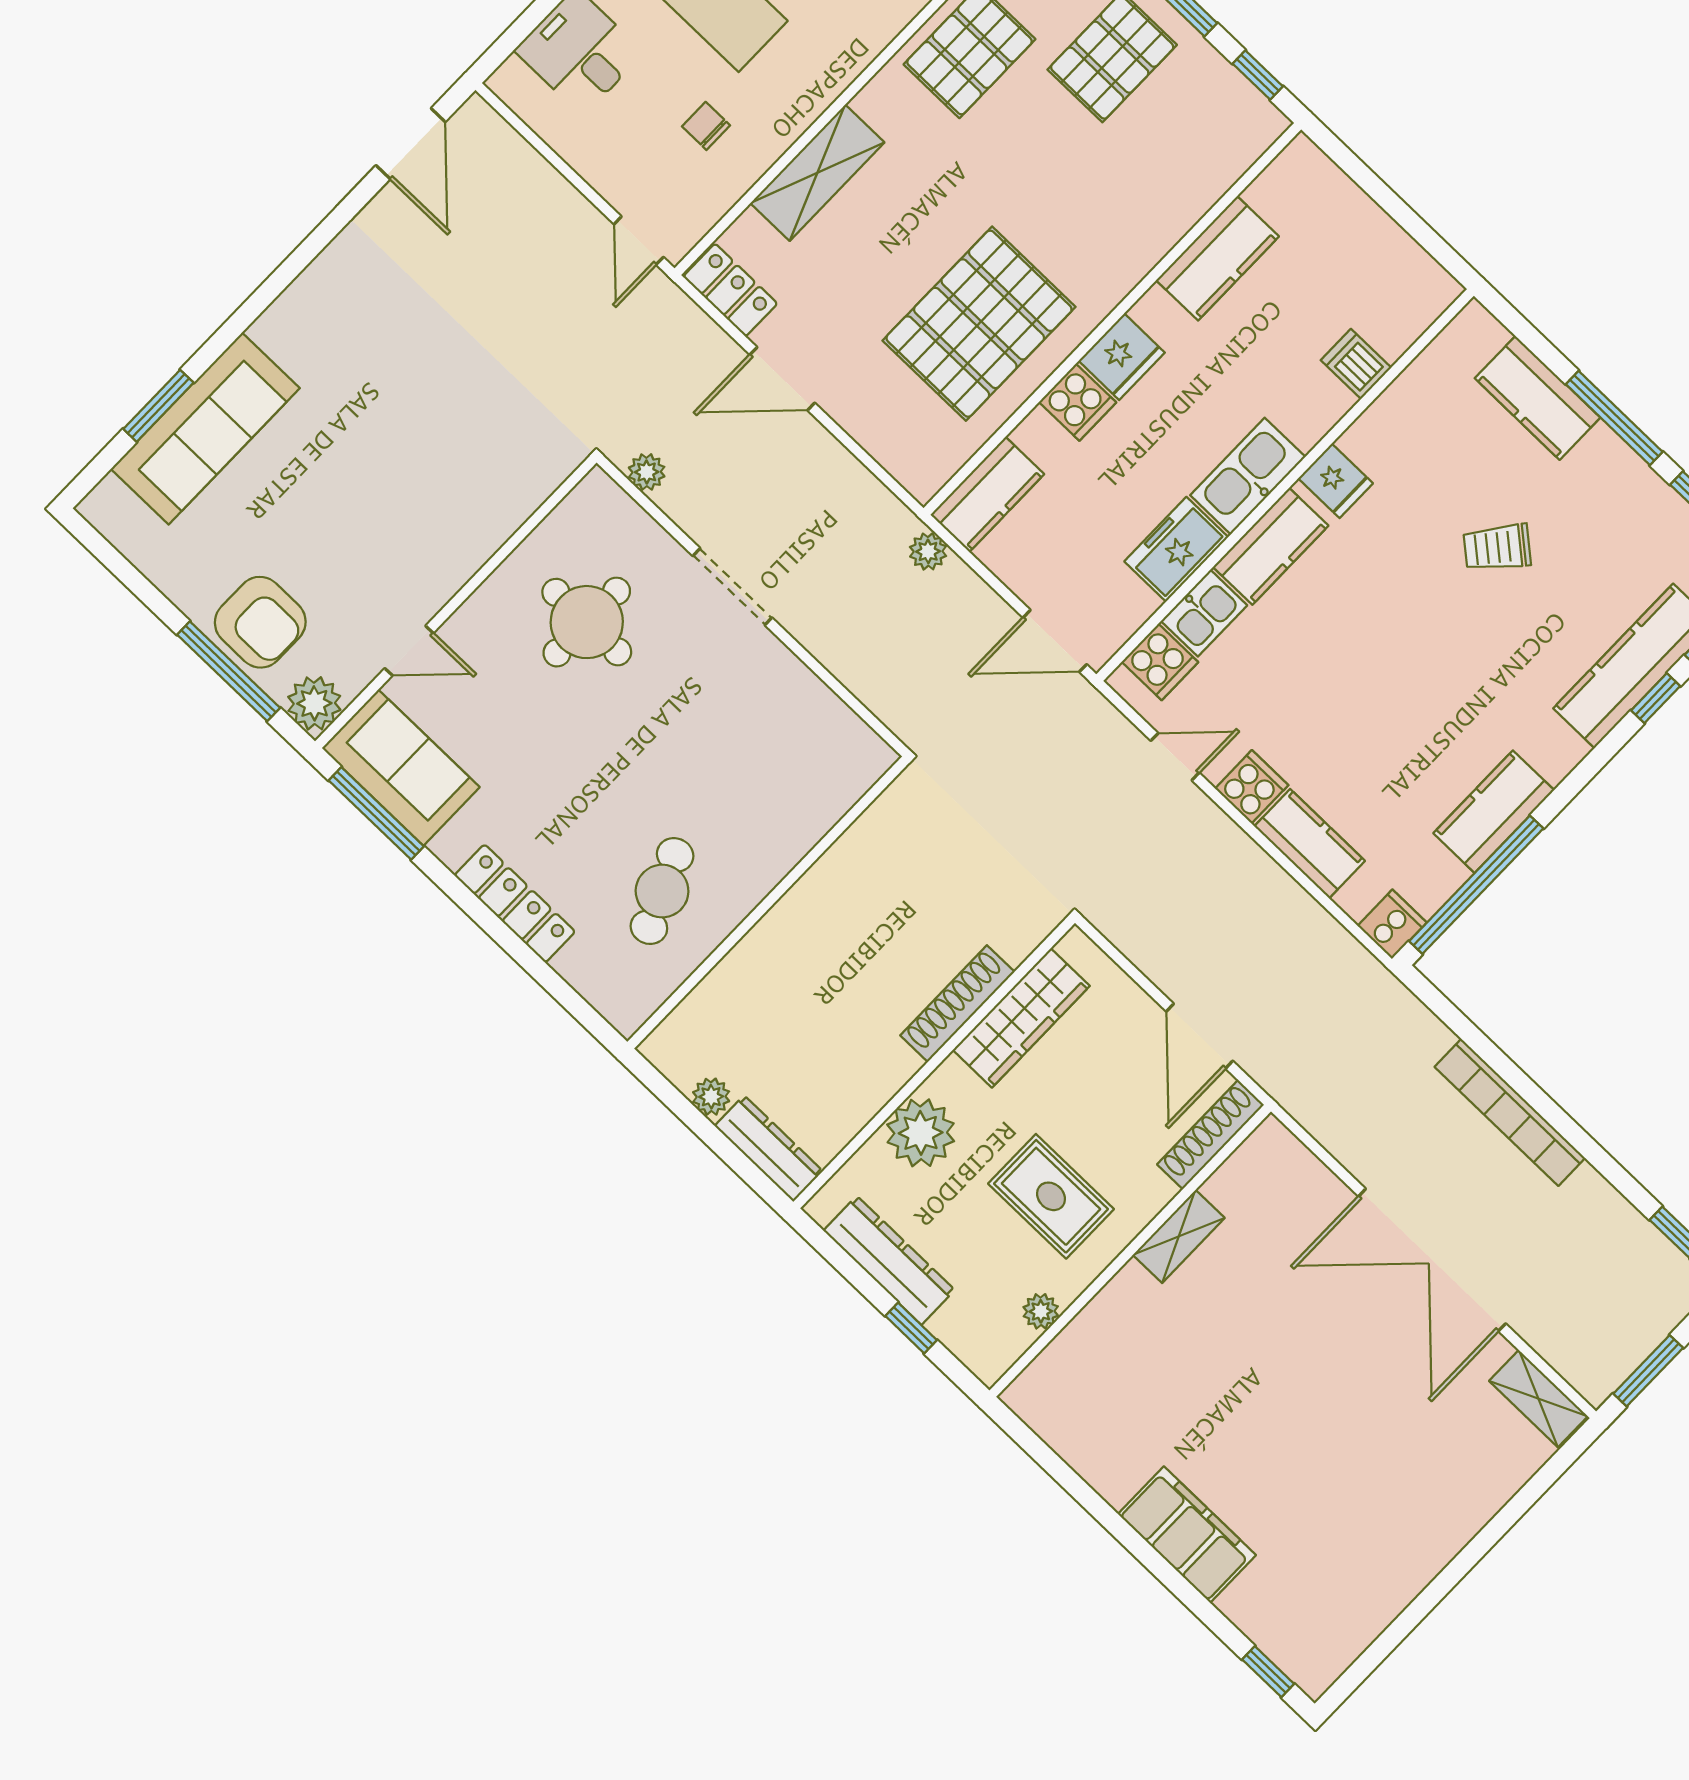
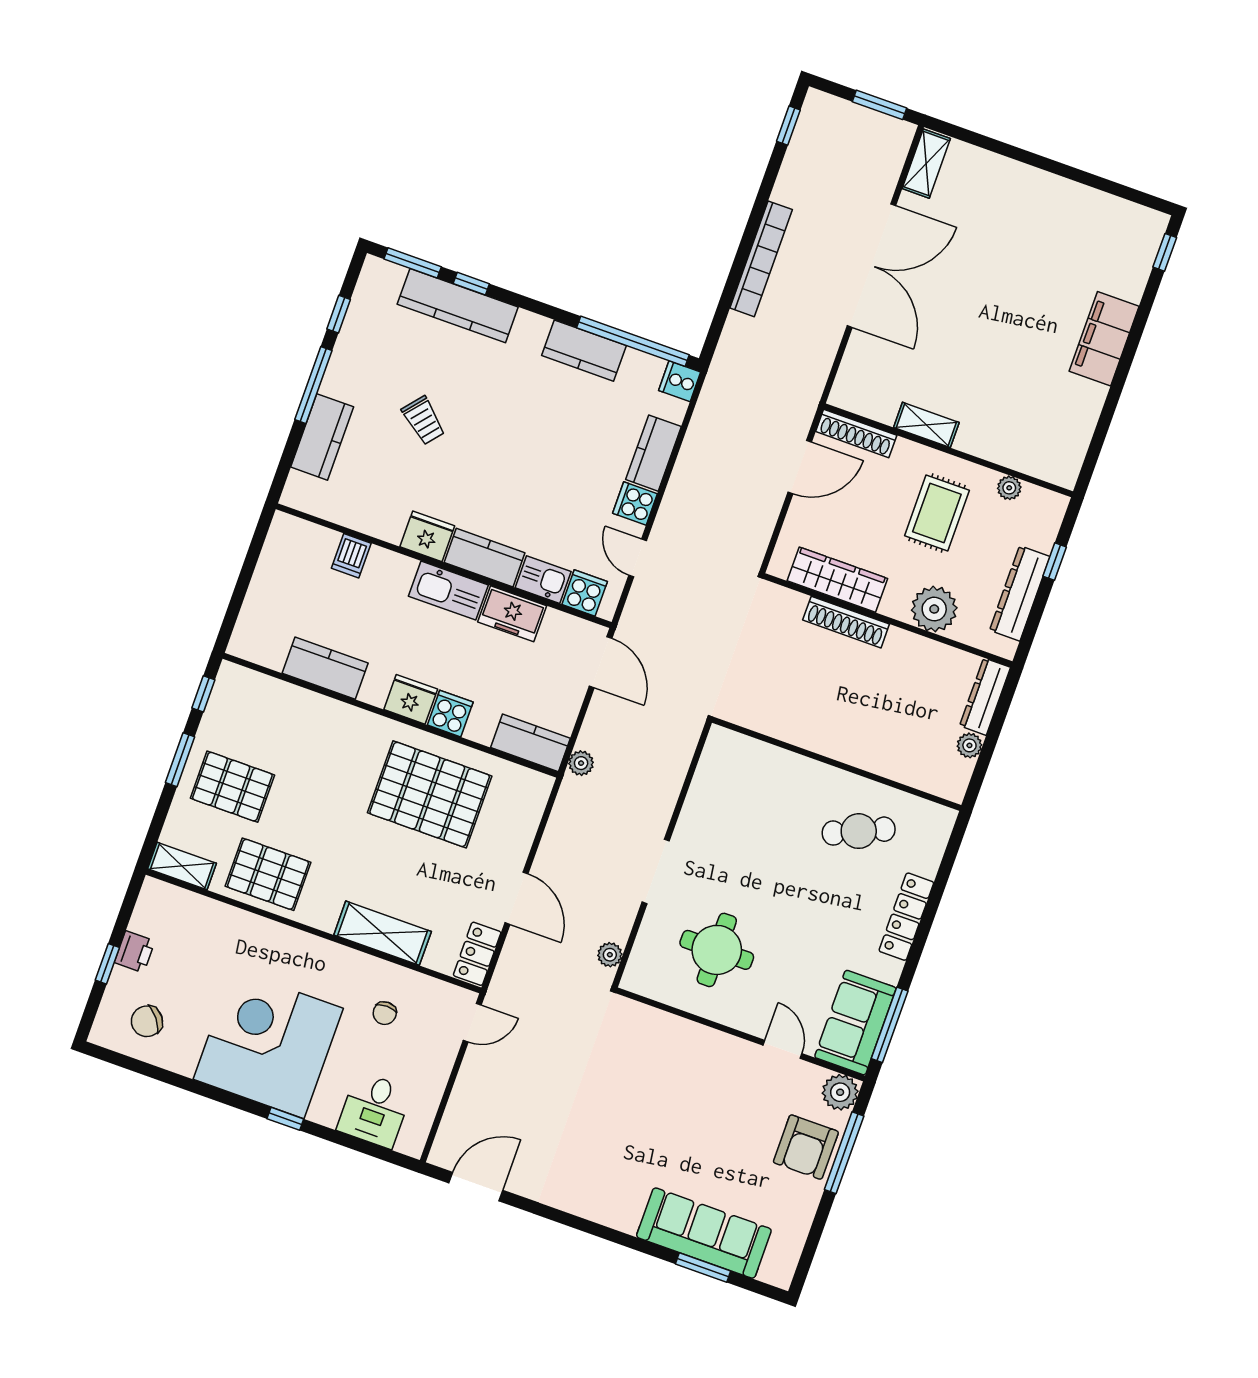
fridge: (1336, 481) -> (427, 536), width x1.38
armchair: (260, 622) -> (806, 1147), turned 180

